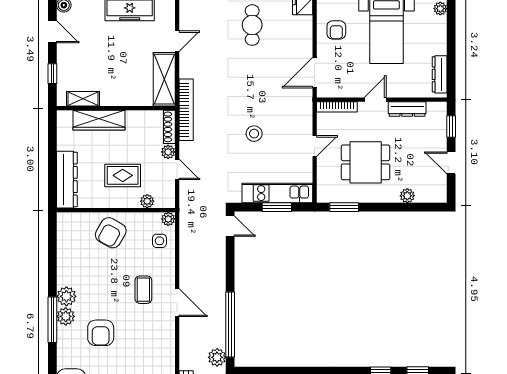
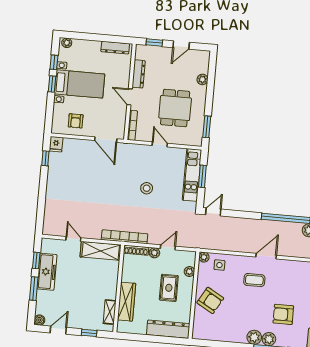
cafe table: (252, 25) -> (66, 183), removed
armchair: (336, 30) -> (76, 121), turned 90
armchair: (101, 333) -> (283, 314), turned 180

